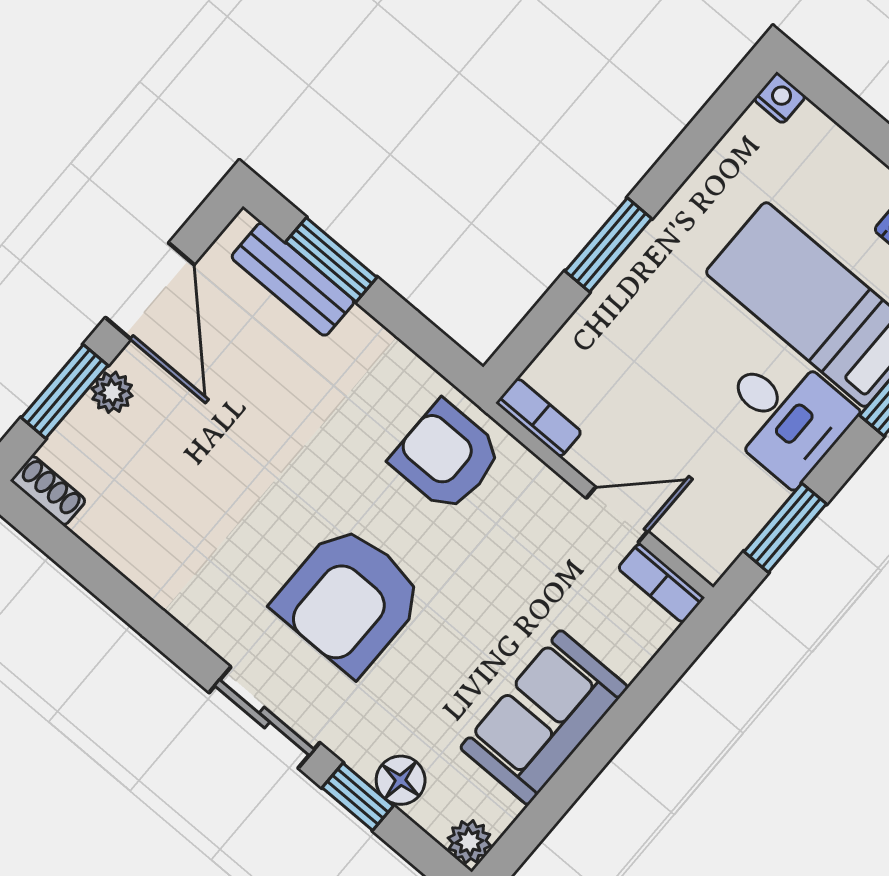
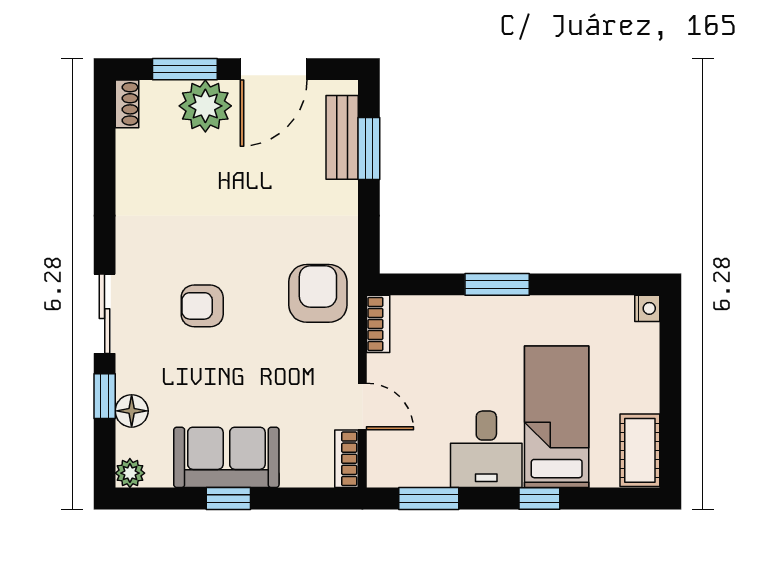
plant: (112, 392) -> (205, 106), width x1.87, depth x1.87
armchair: (349, 599) -> (202, 306), width x0.53, depth x0.53
window: (593, 755) -> (228, 498), added

